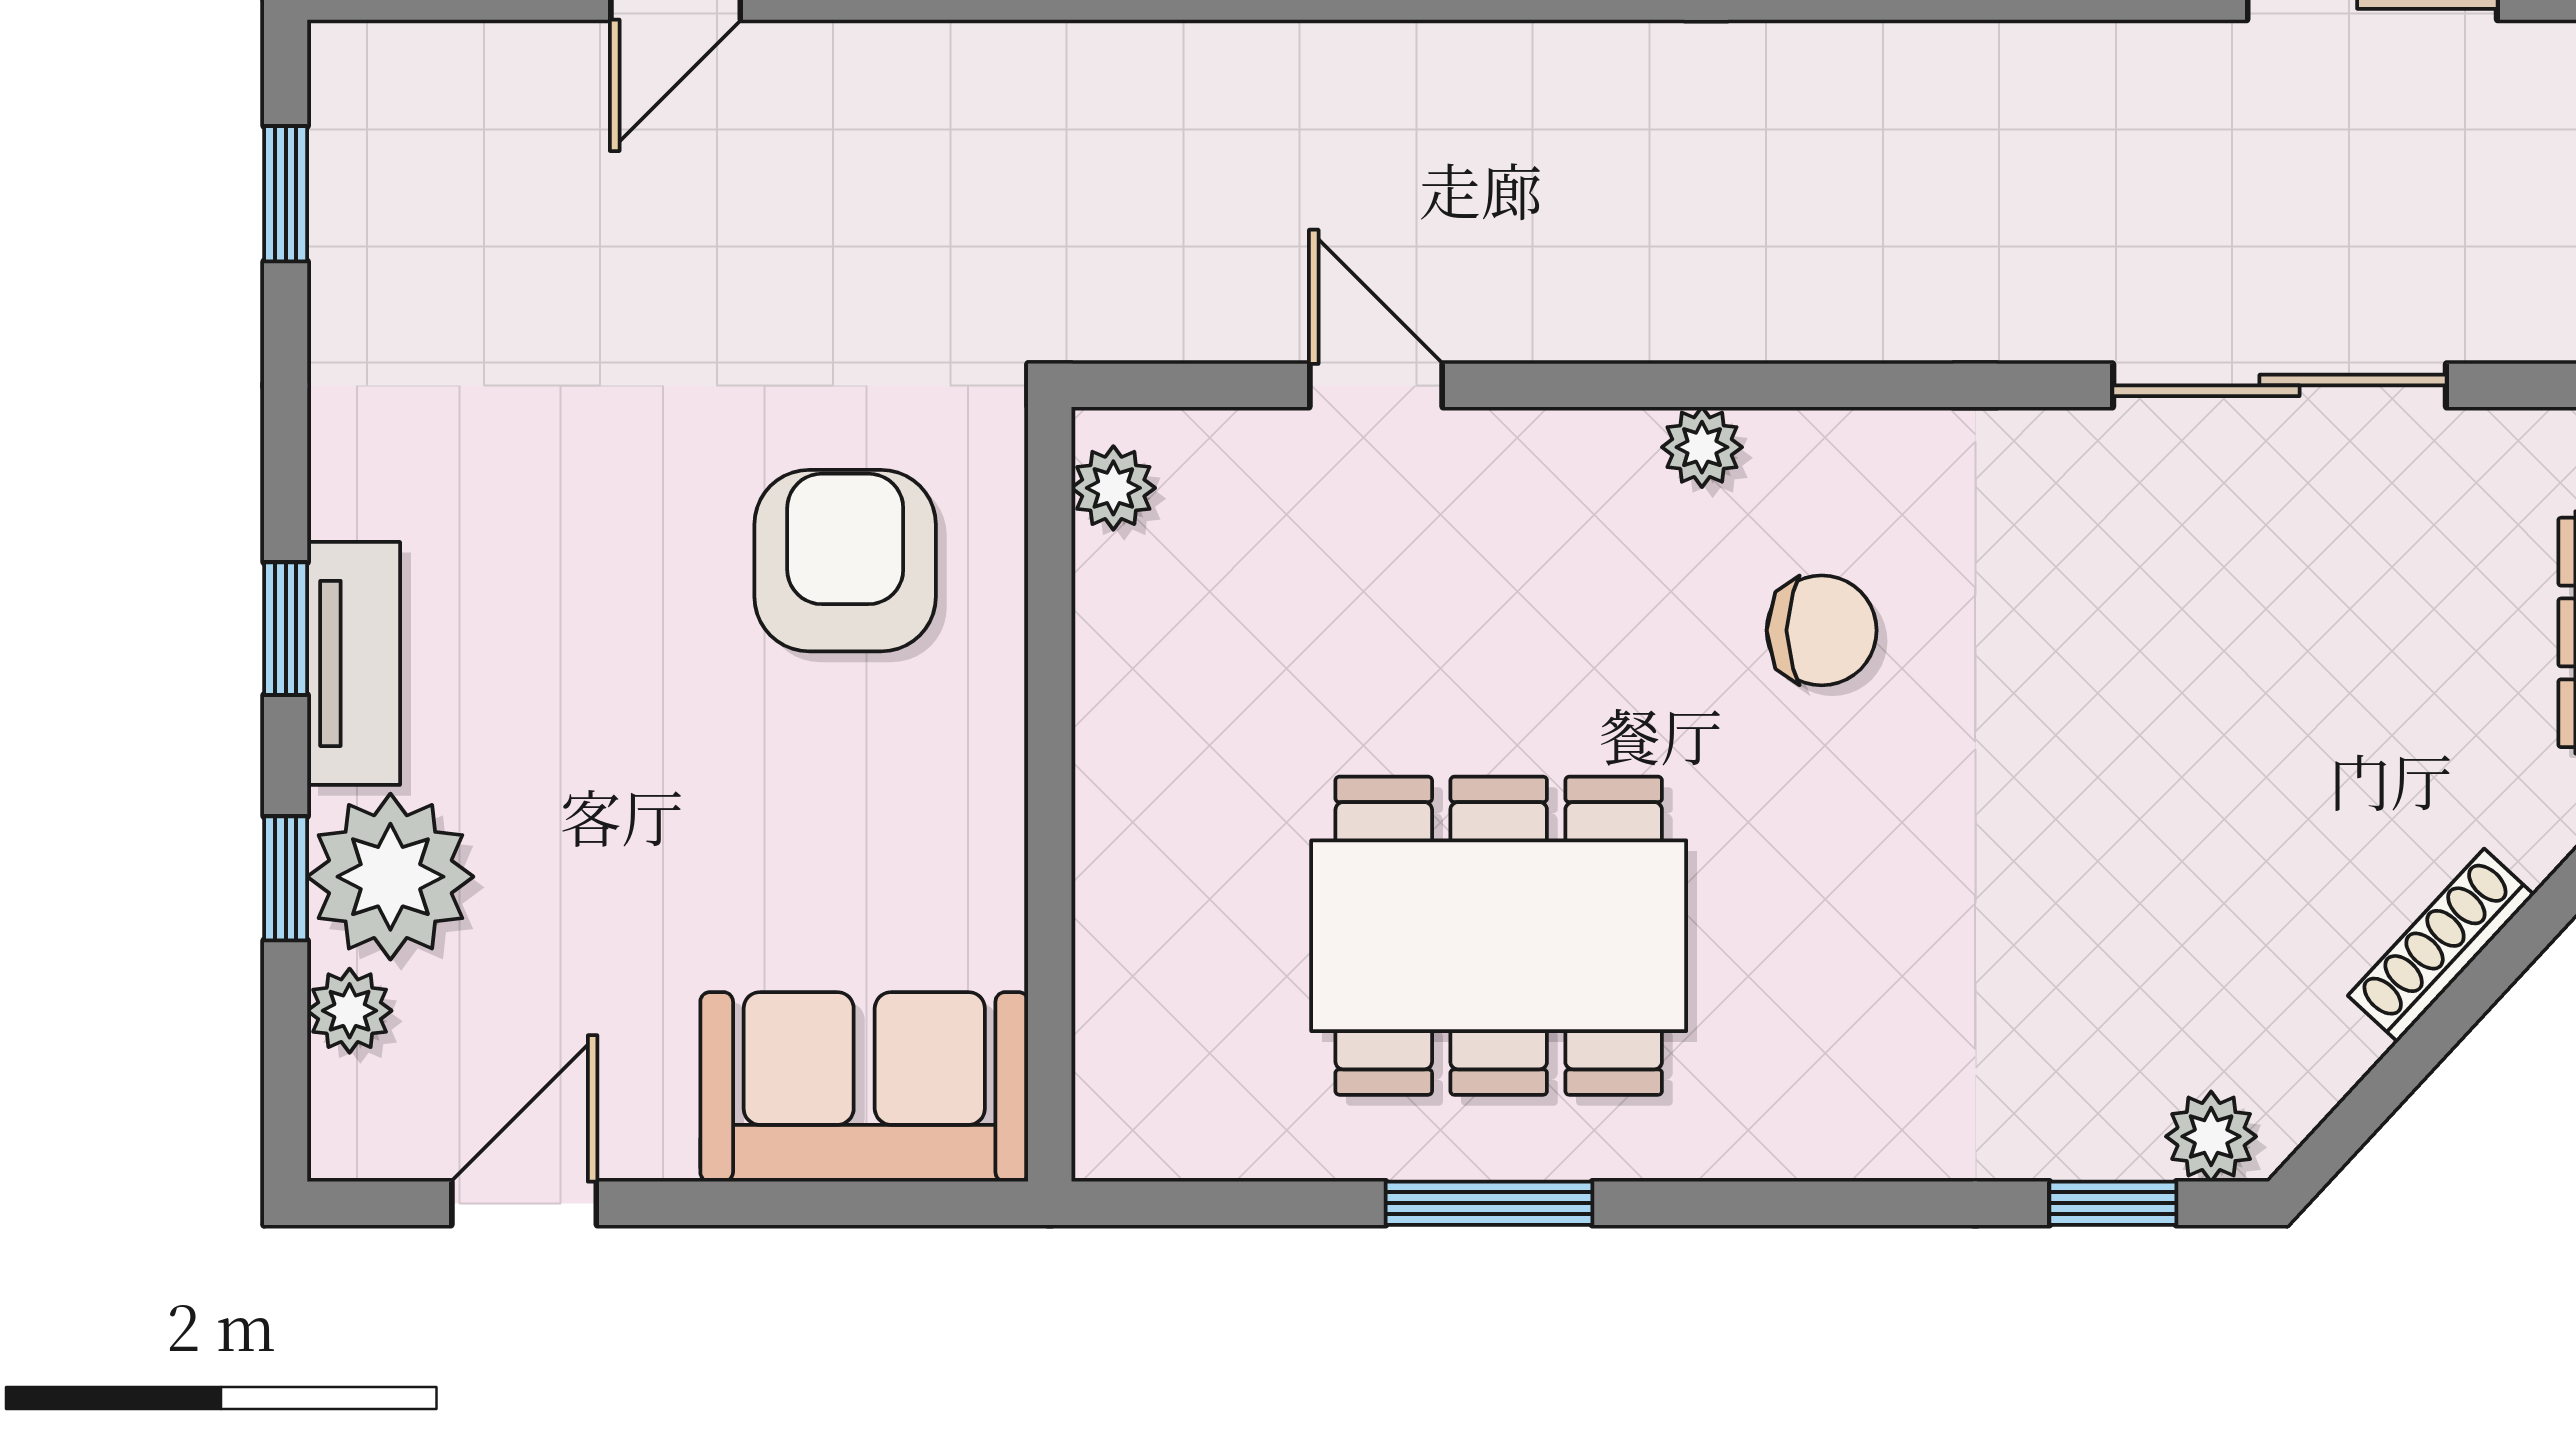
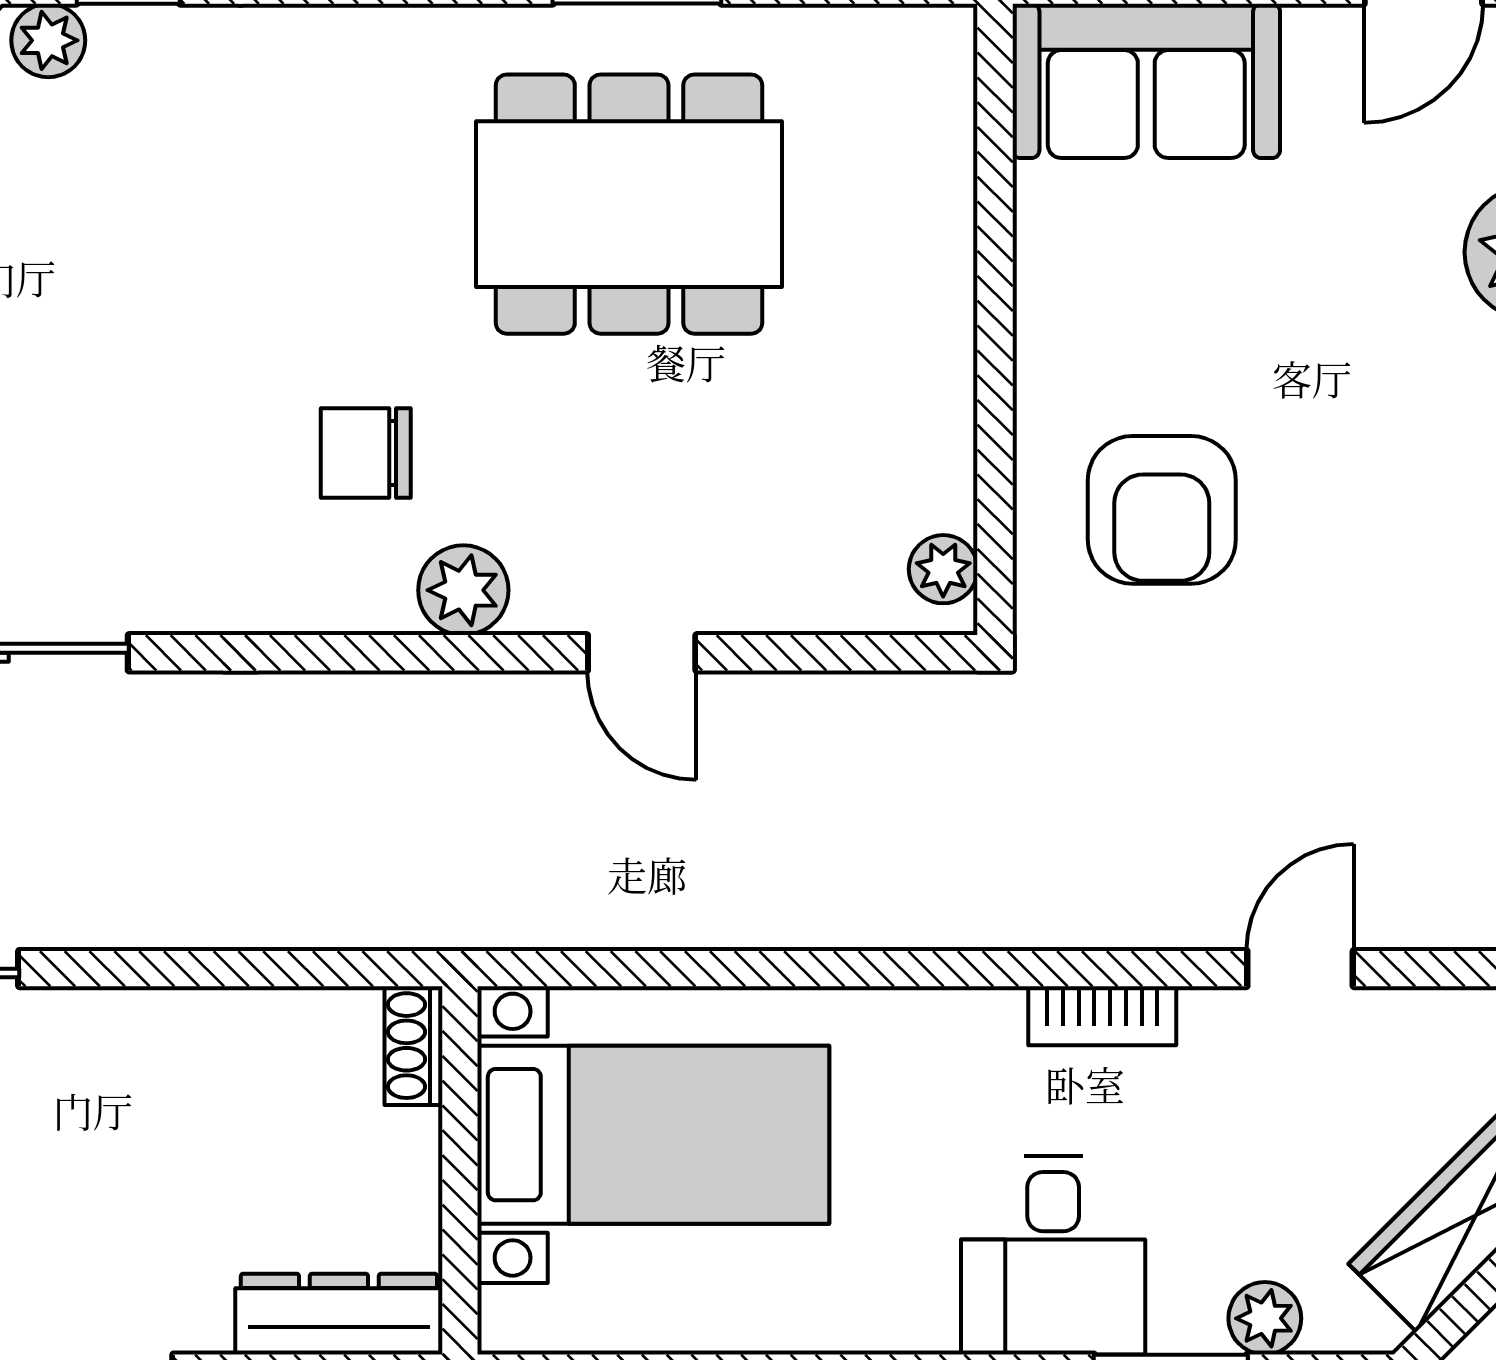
door: (1376, 385) -> (642, 653), moved
plant: (1702, 447) -> (463, 590), width x1.38, depth x1.38

